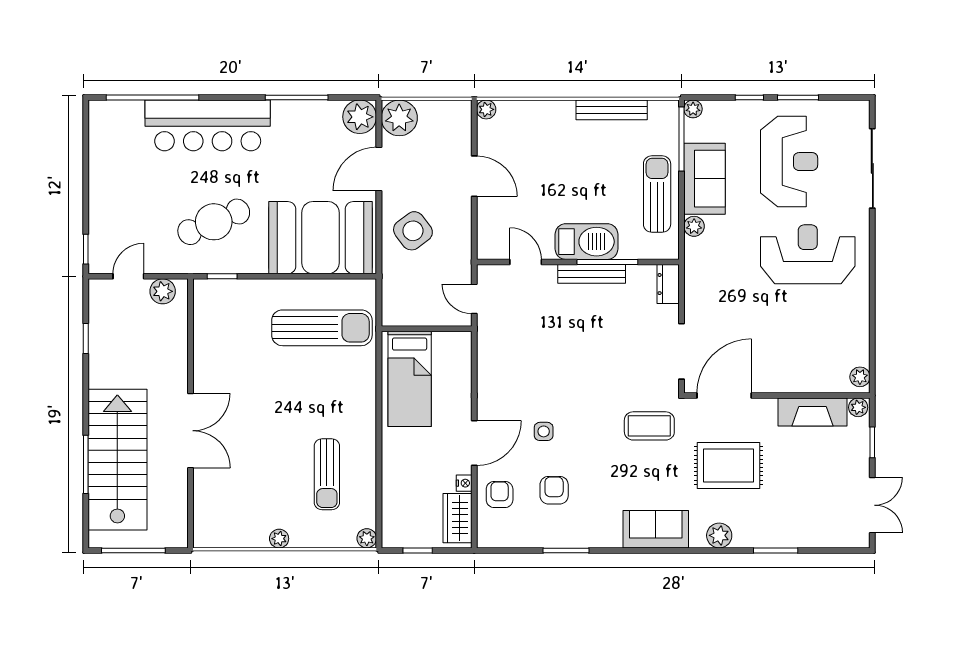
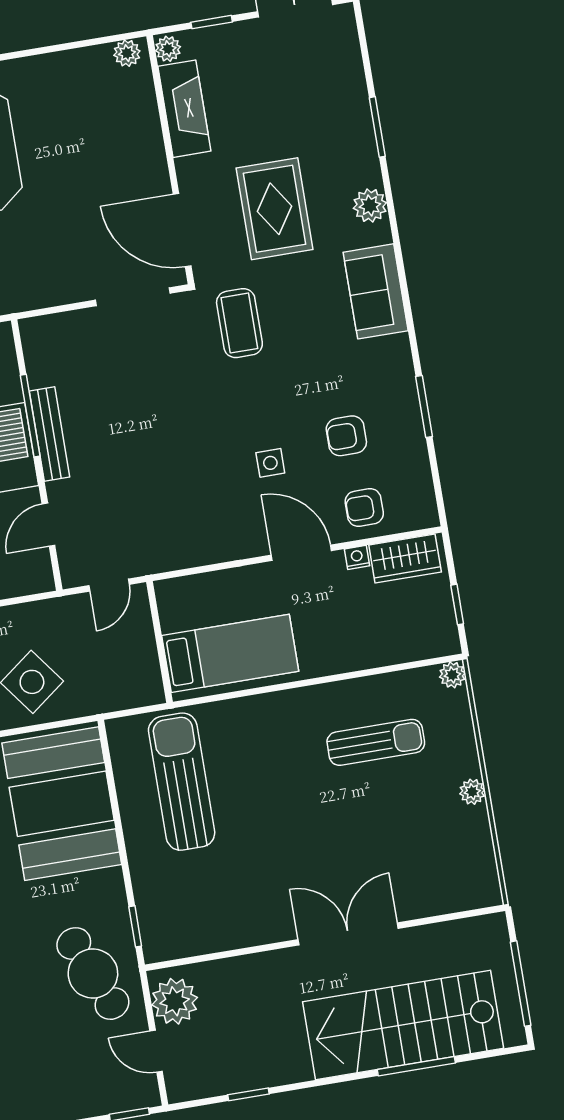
cafe table: (214, 222) -> (93, 974), moved
dresser: (668, 284) -> (46, 330), removed
plant: (163, 291) -> (175, 1001), width x1.36, depth x1.36

